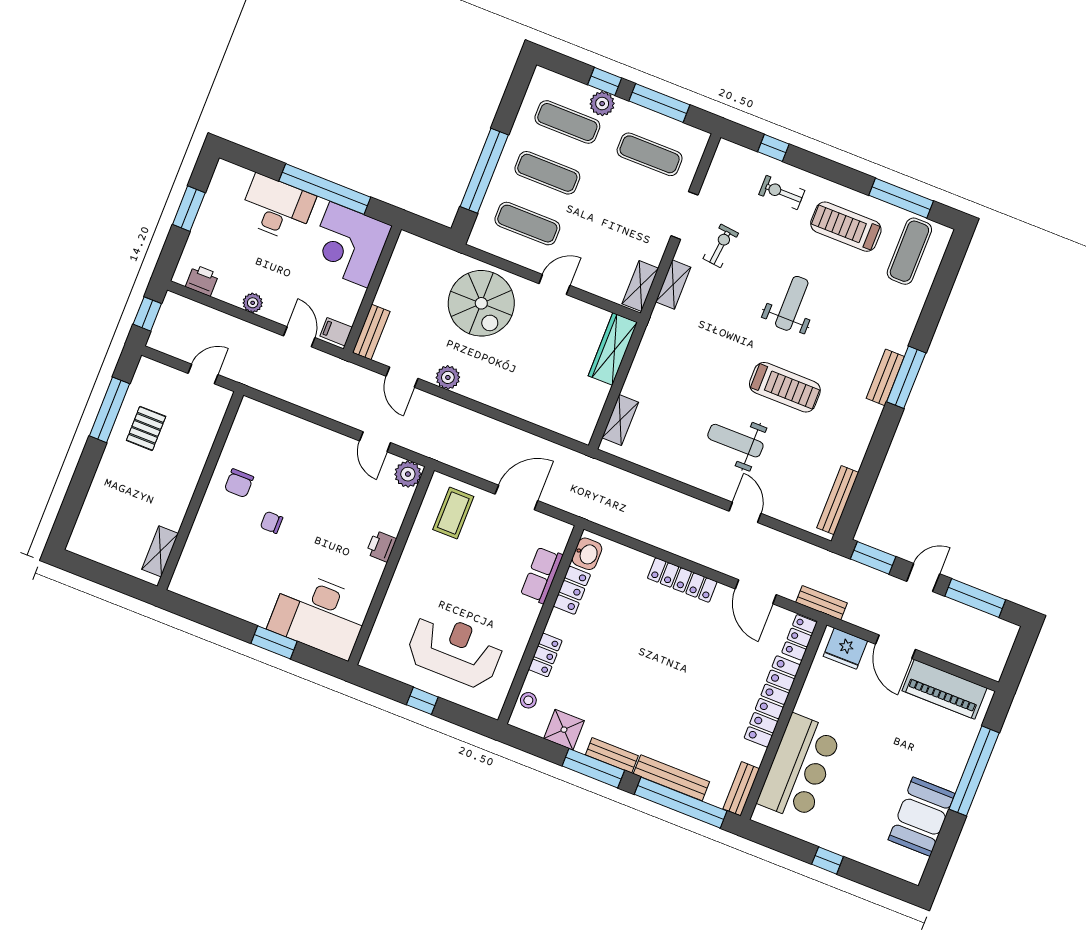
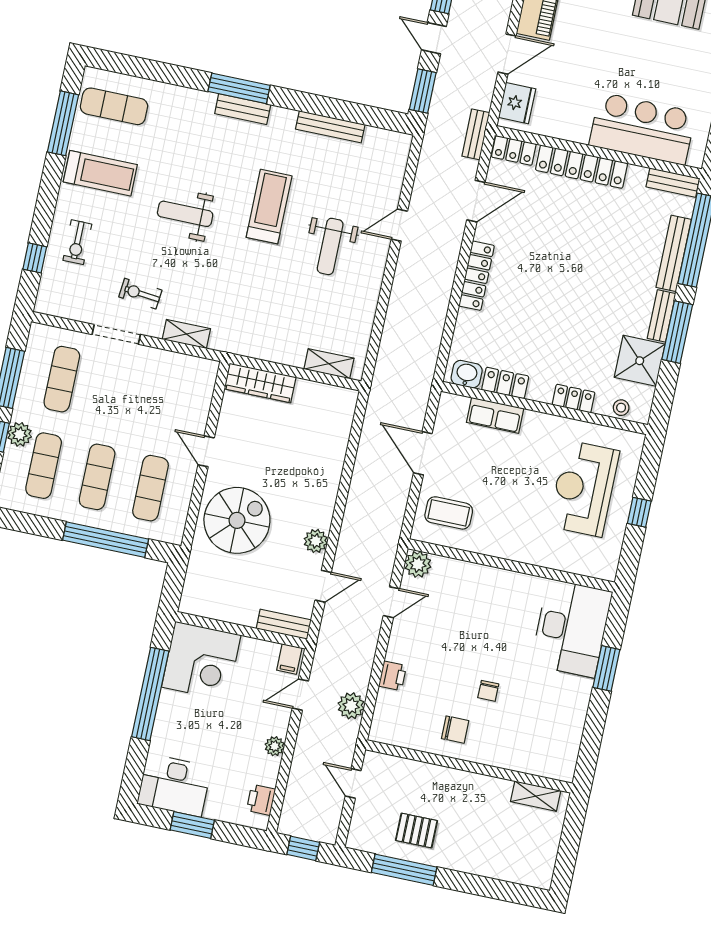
desk: (277, 208) -> (174, 785), moved, turned -90
treadmill: (846, 227) -> (100, 173), turned -90
shelving: (640, 286) -> (193, 366), removed
plant: (280, 385) -> (351, 706), added
bench: (838, 500) -> (330, 127), moved
printer: (381, 546) -> (393, 676), moved, turned -90
shower: (564, 730) -> (640, 361), width x1.36, depth x1.36

